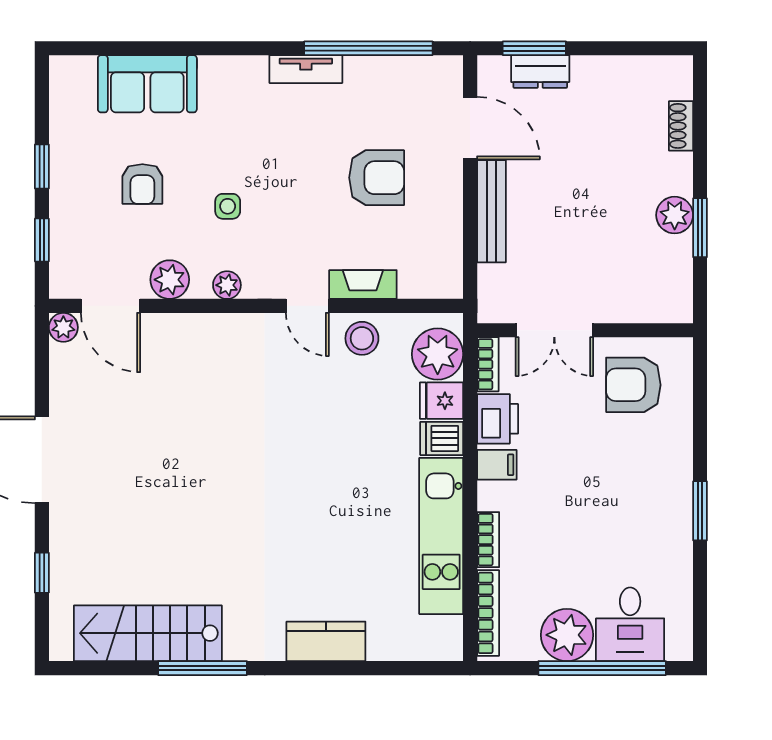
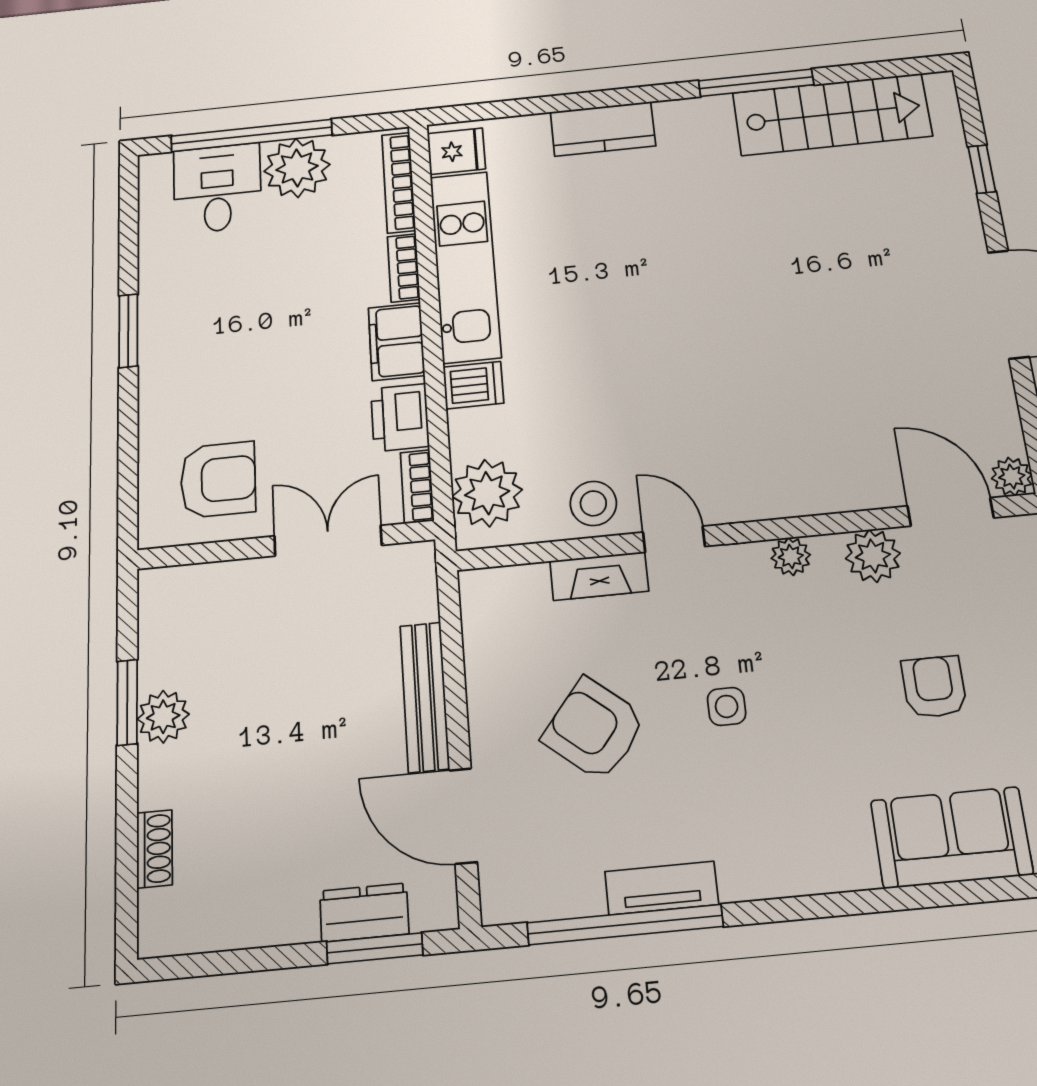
tv unit: (306, 69) -> (662, 888), moved
armchair: (377, 178) -> (594, 729), turned 39
side table: (228, 206) -> (727, 706), moved
fridge: (441, 401) -> (456, 151), moved
filing cabinet: (497, 465) -> (396, 342), width x2.00

